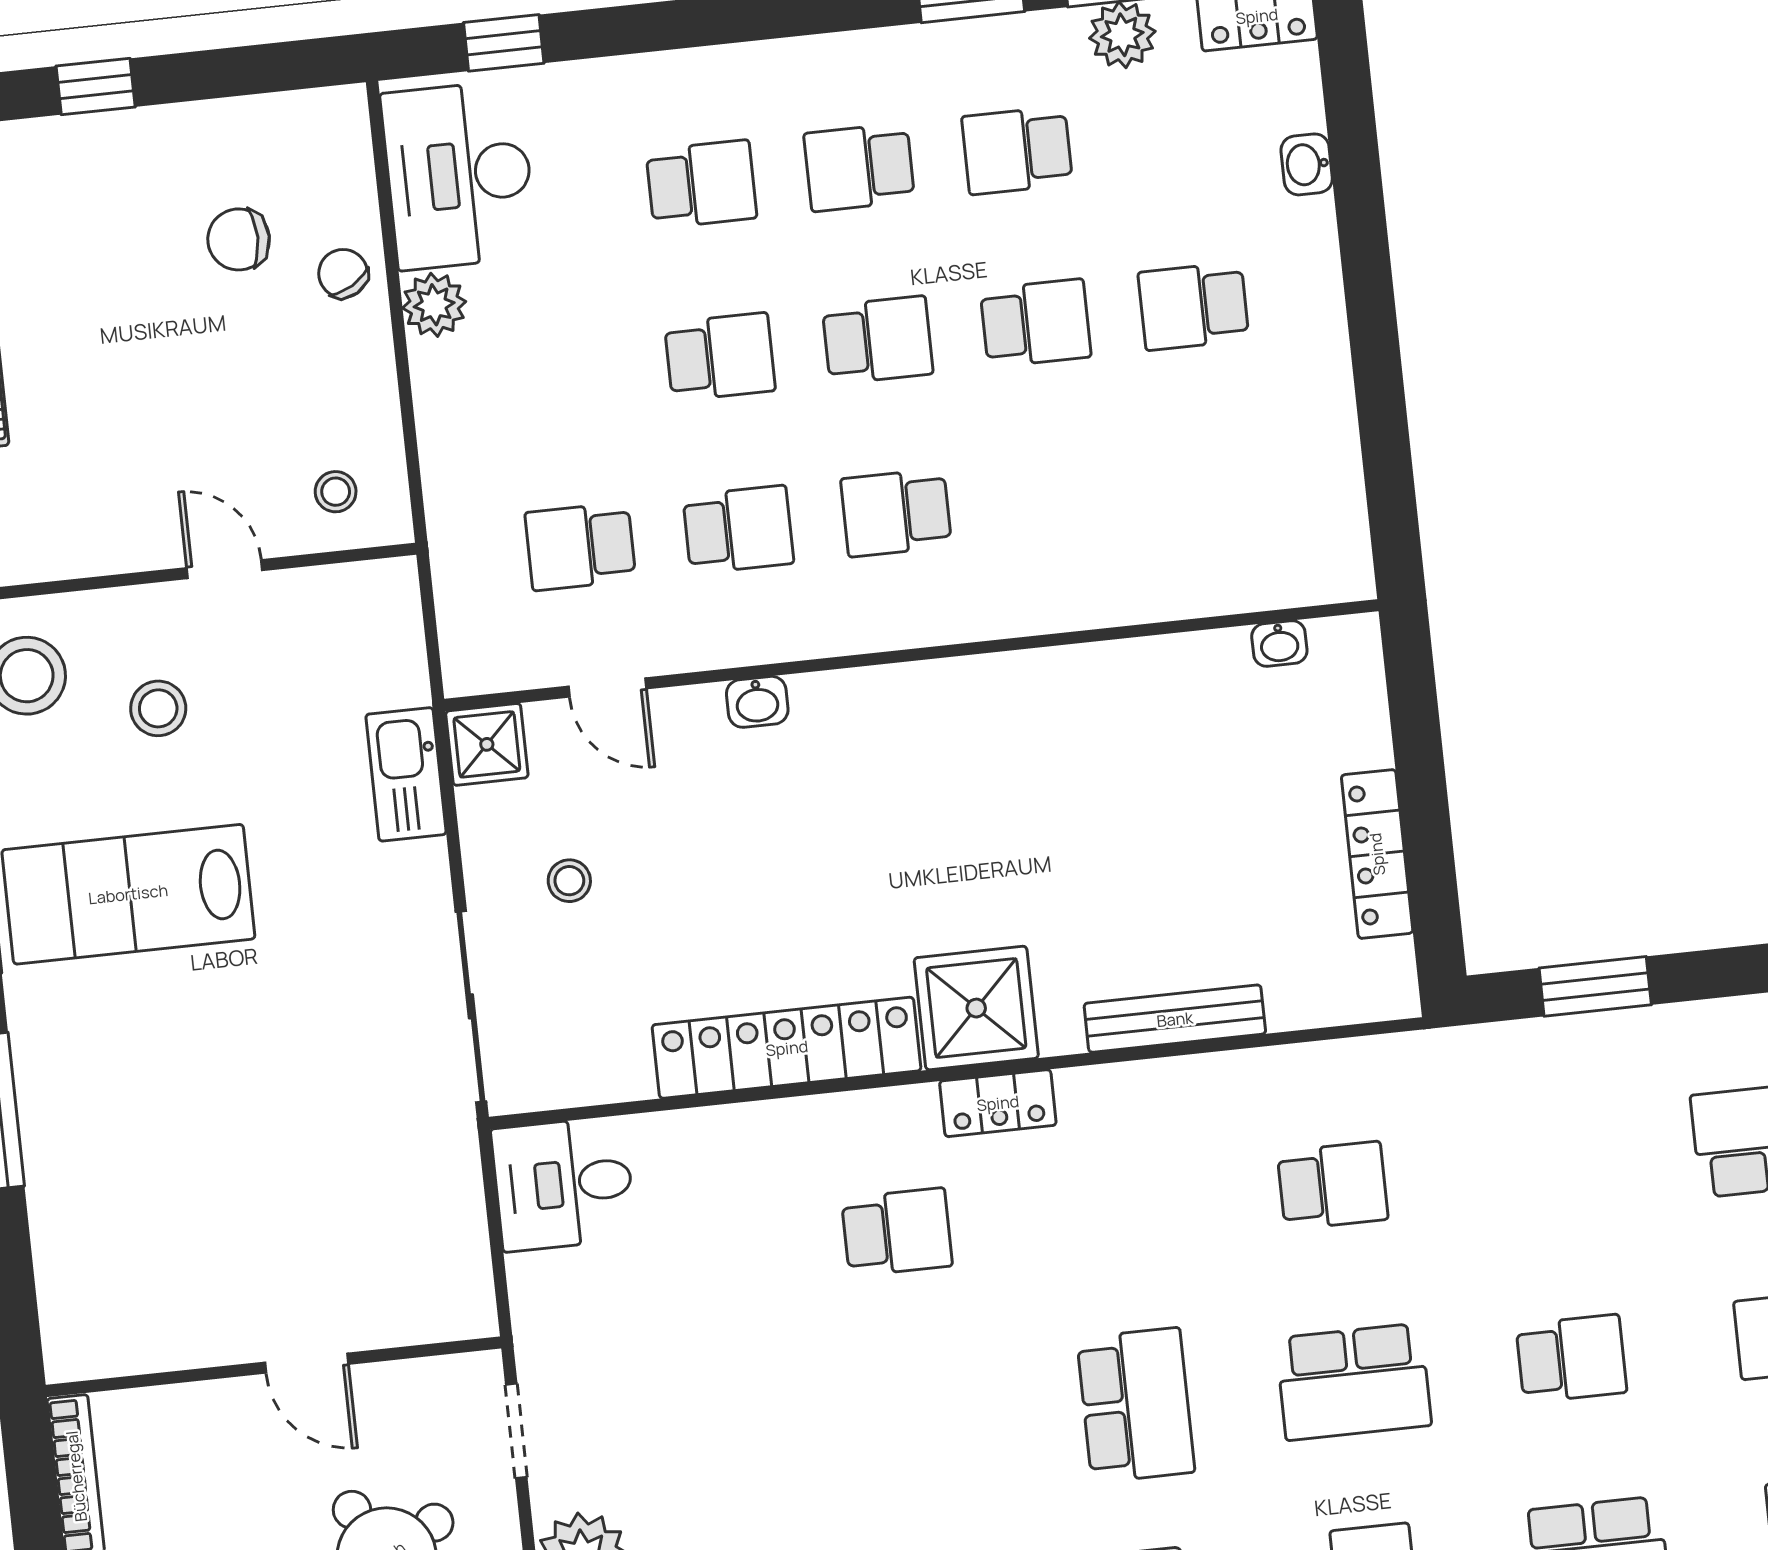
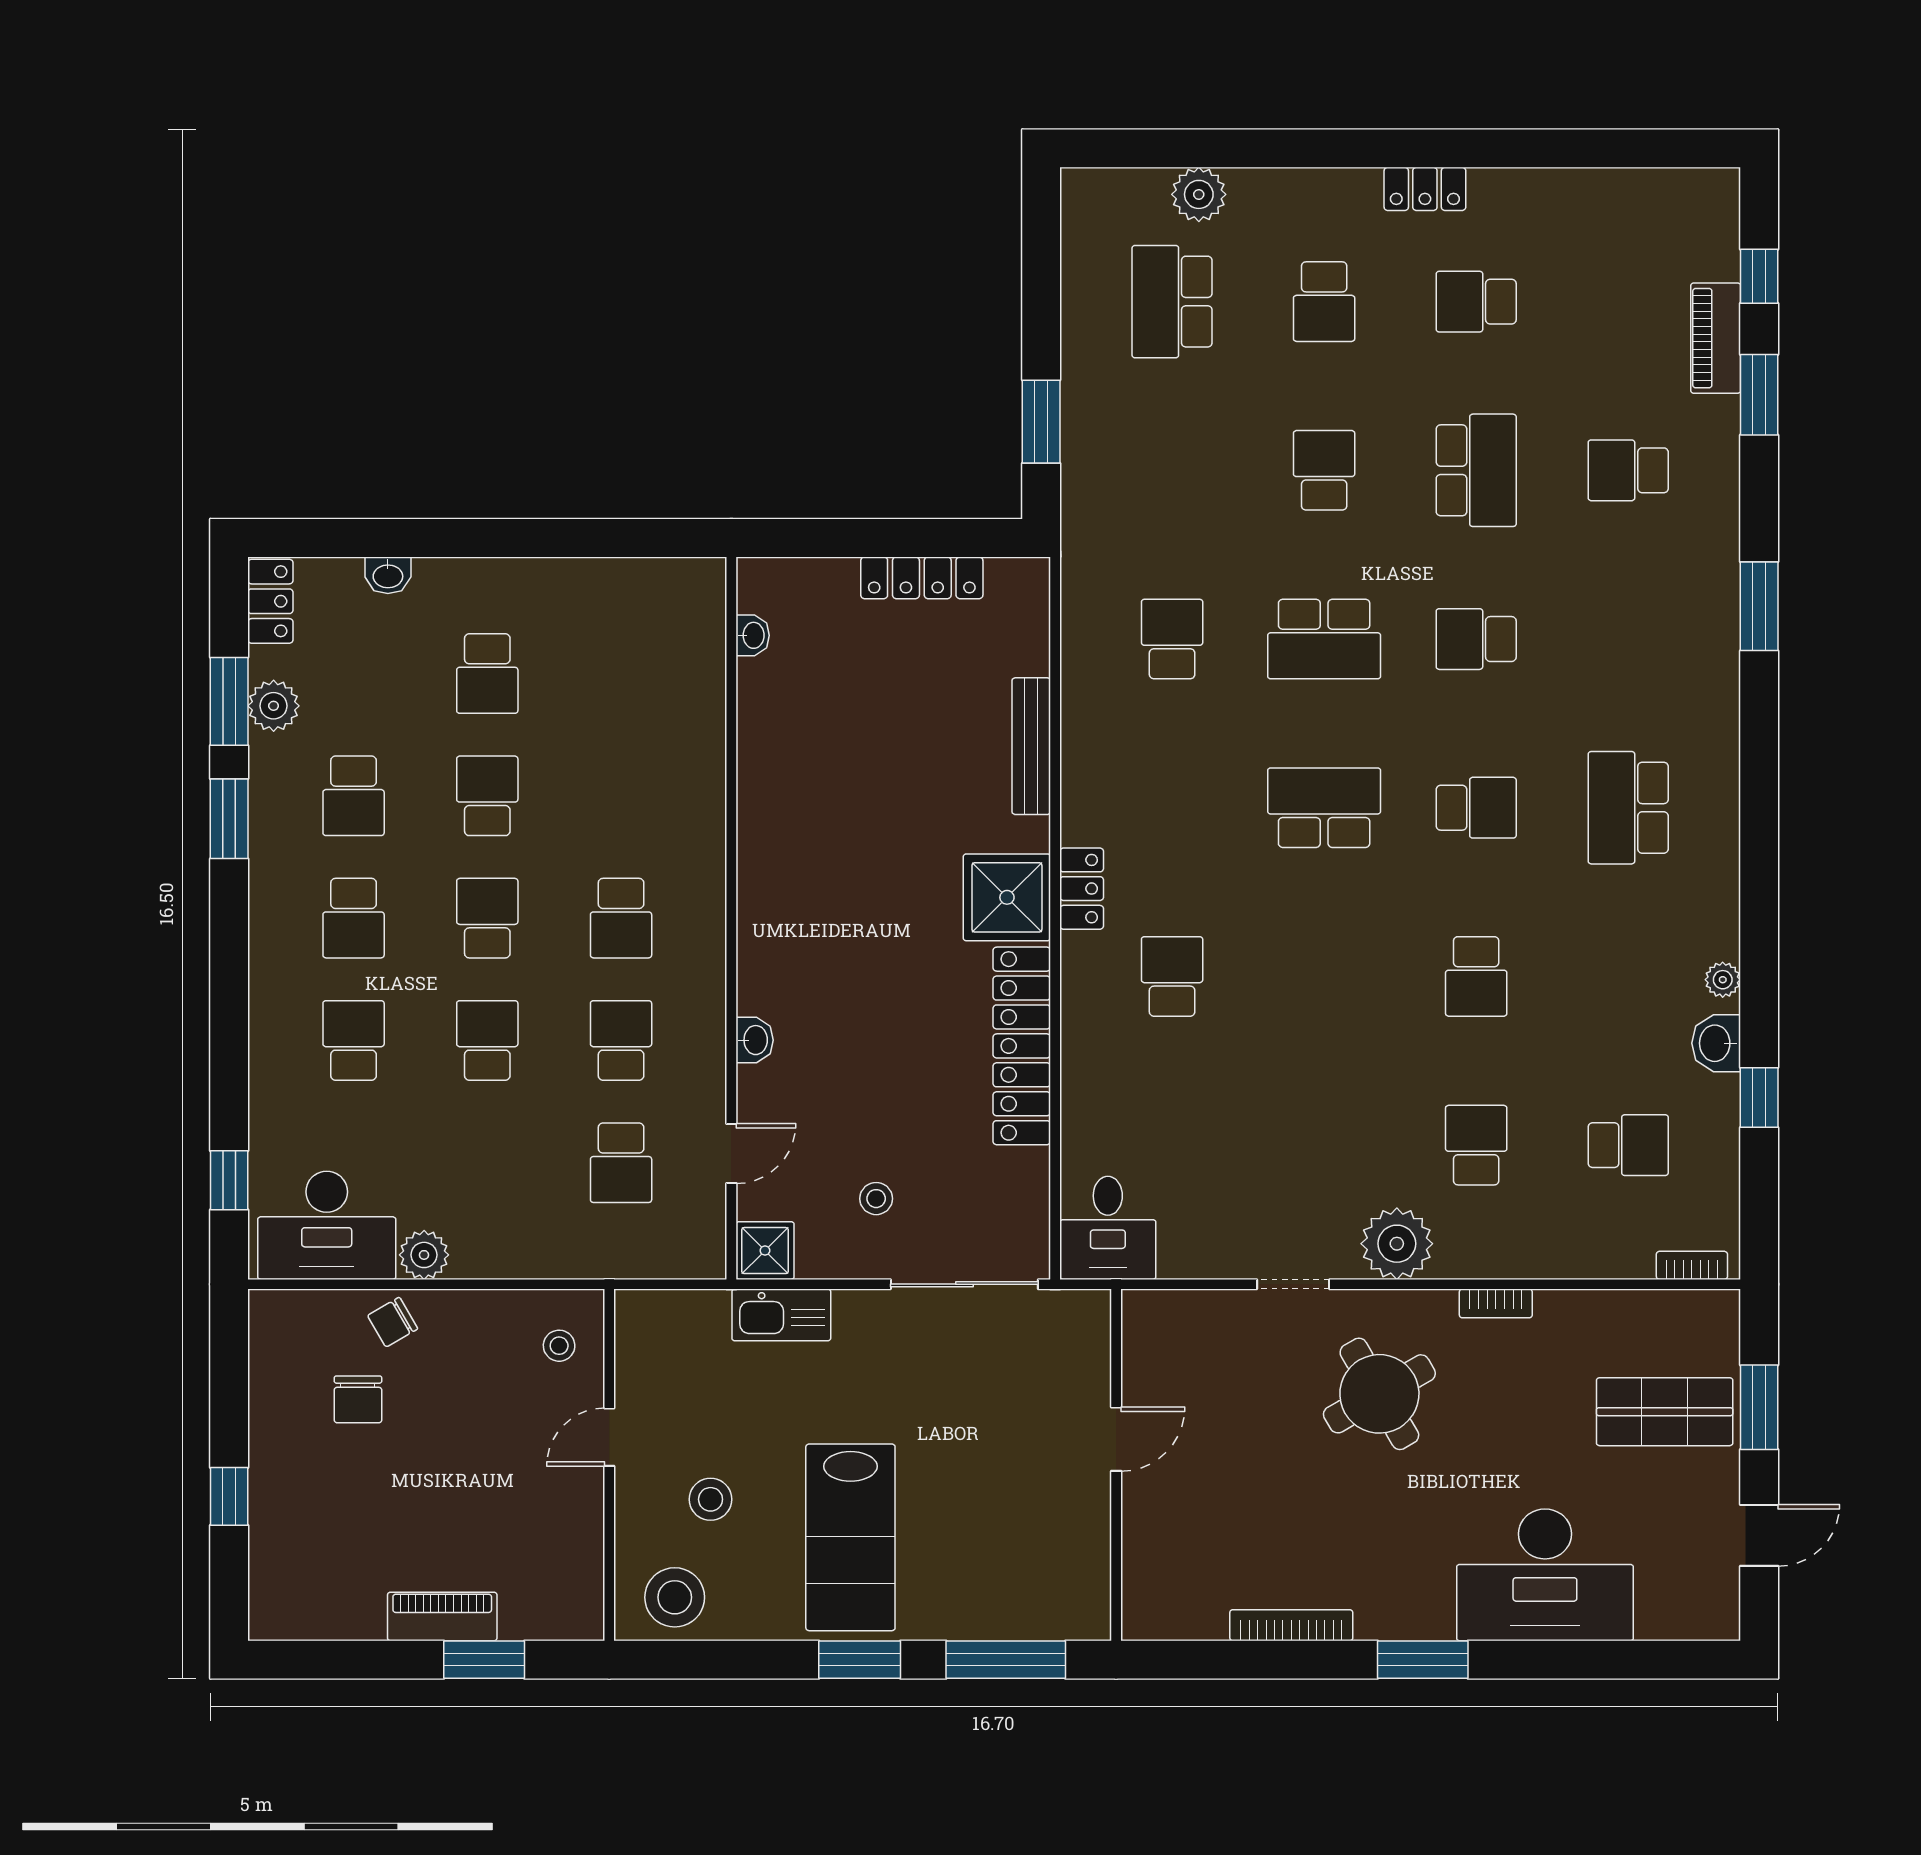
door: (307, 1363) -> (1116, 1439), moved
wall: (273, 1367) -> (1116, 1465), moved
school desk: (1354, 1382) -> (1324, 639), turned 90

